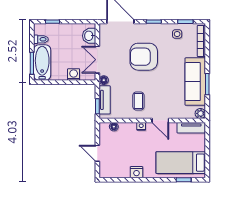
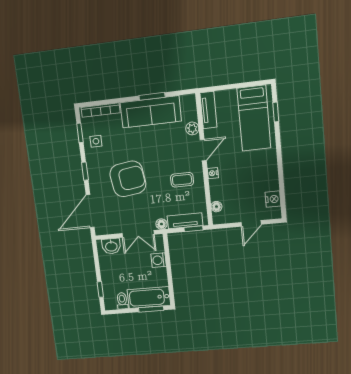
armchair: (144, 57) -> (128, 179), turned -98
plant: (200, 113) -> (192, 128), moved
nightstand: (136, 172) -> (273, 199), moved

